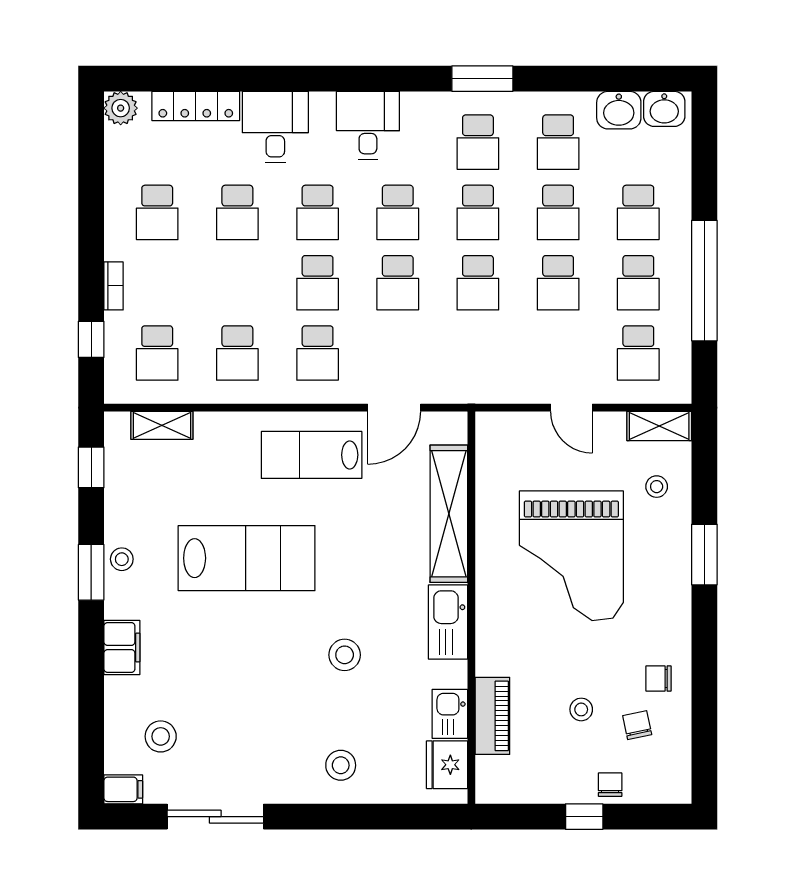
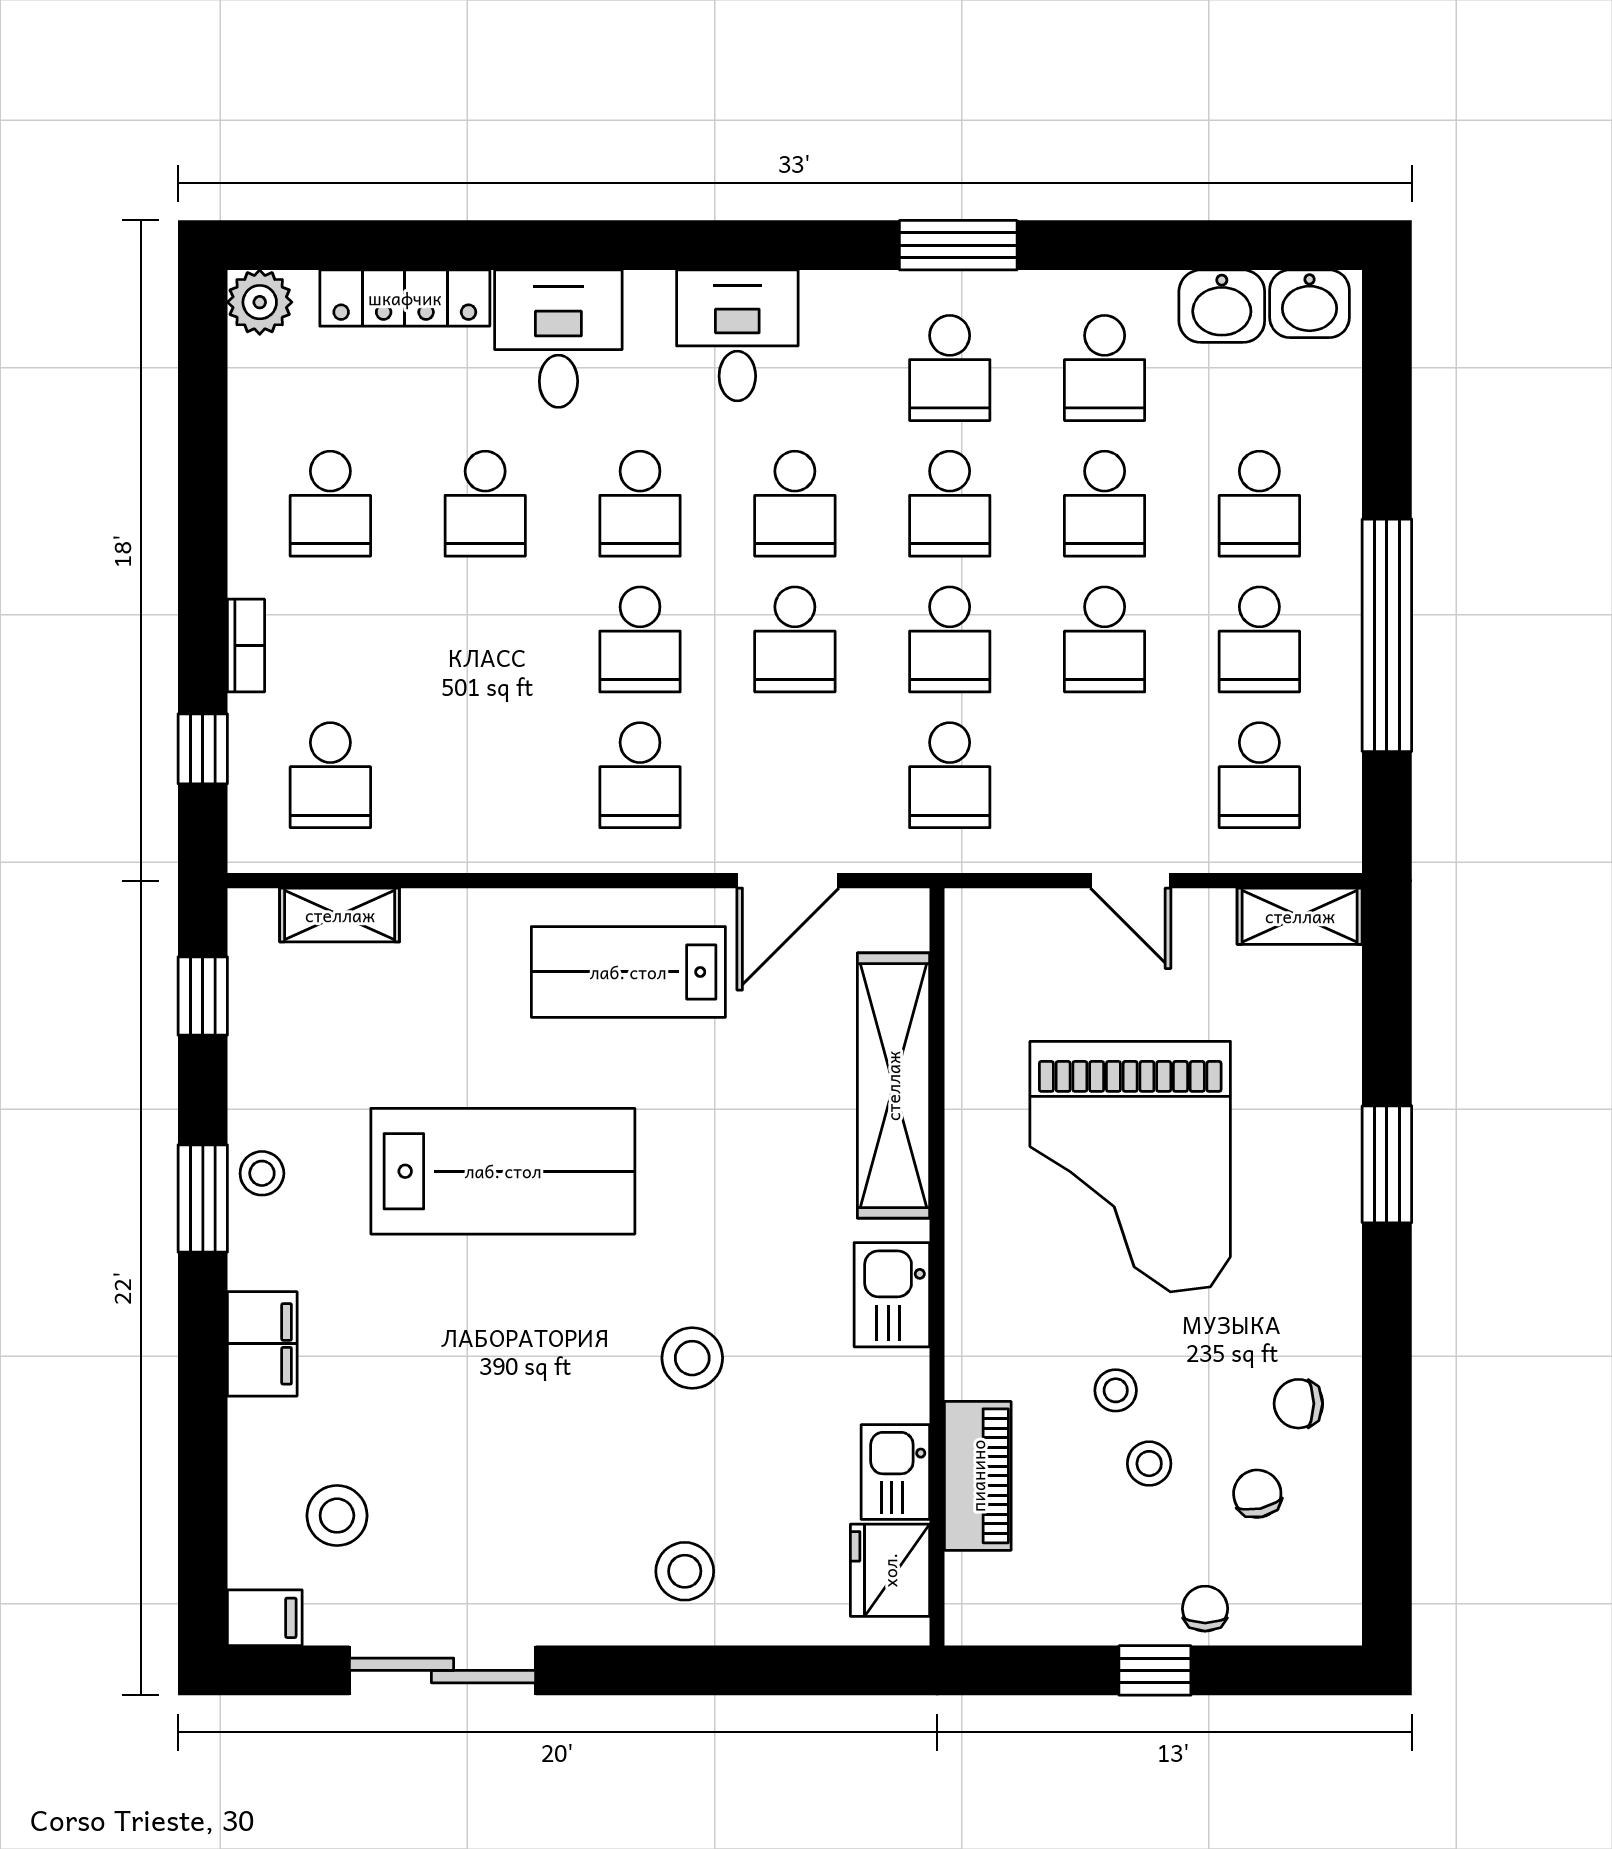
school desk: (237, 353) -> (950, 775), moved
stool: (657, 487) -> (1116, 1390), moved
kitchen sink: (448, 622) -> (892, 1295), width x0.73

